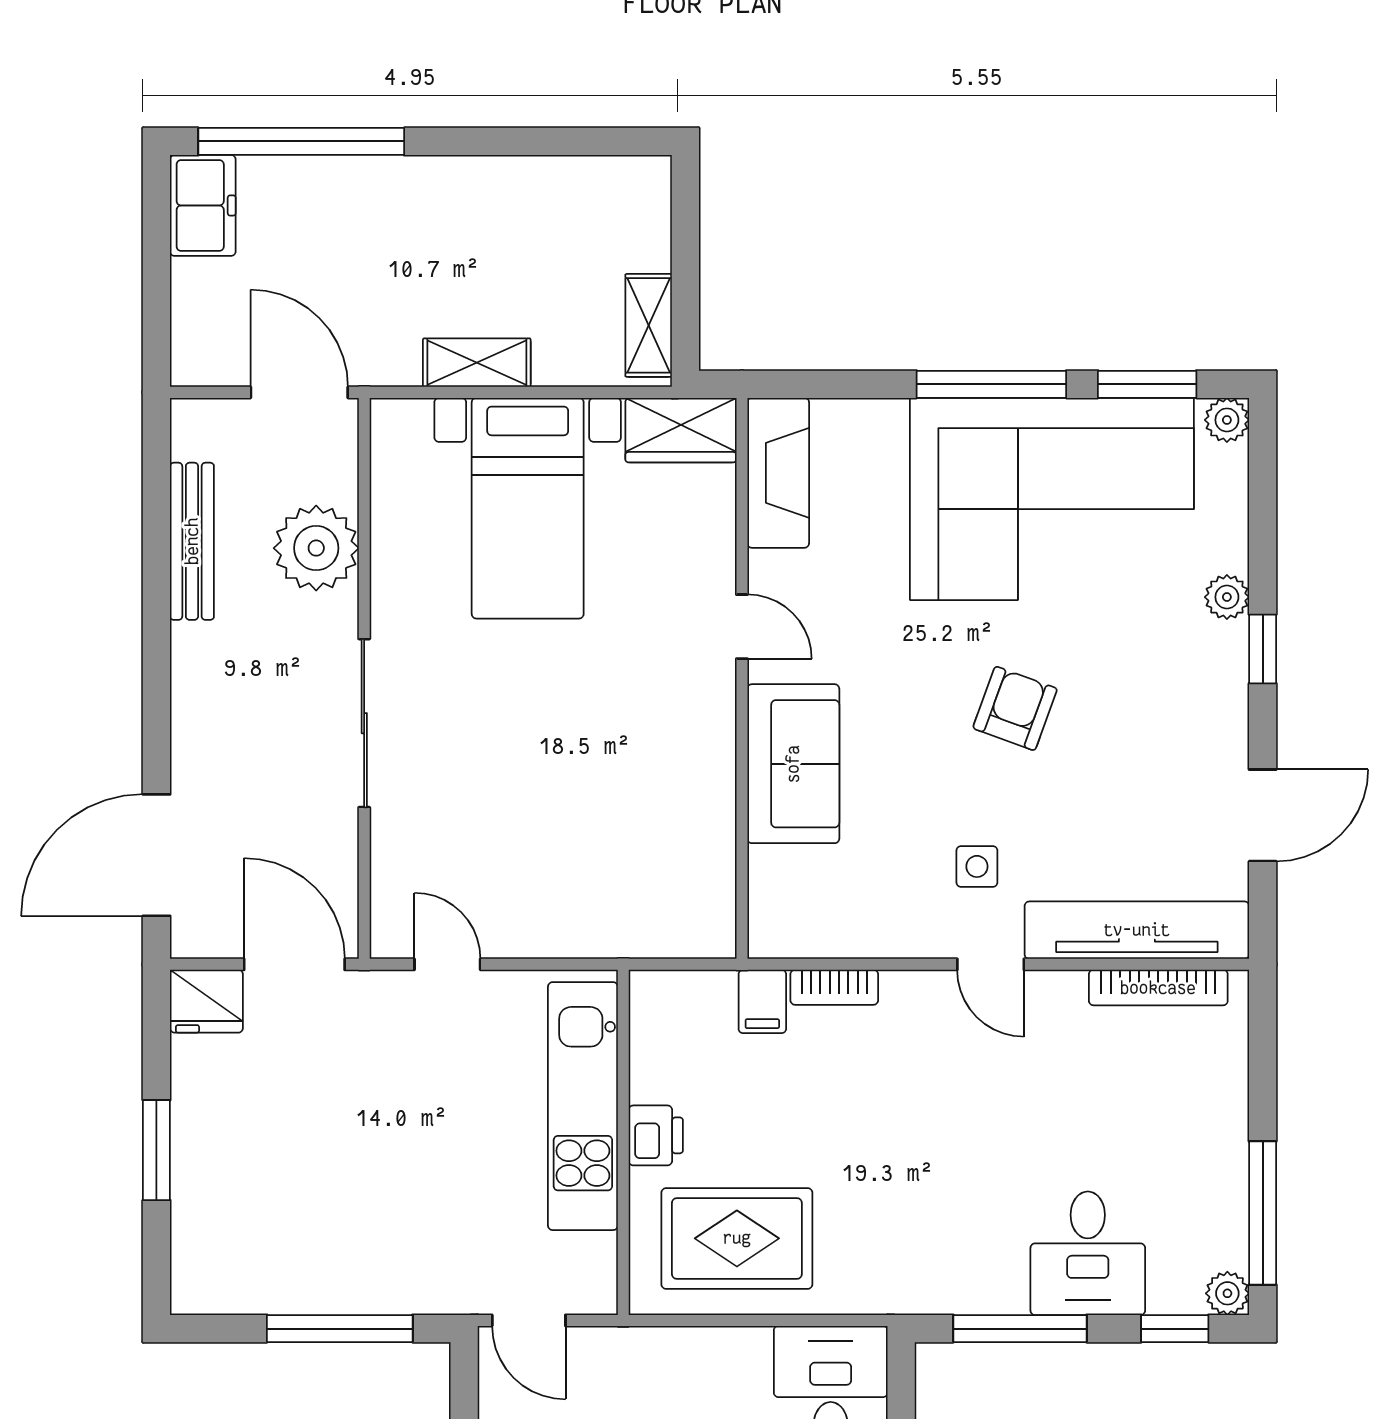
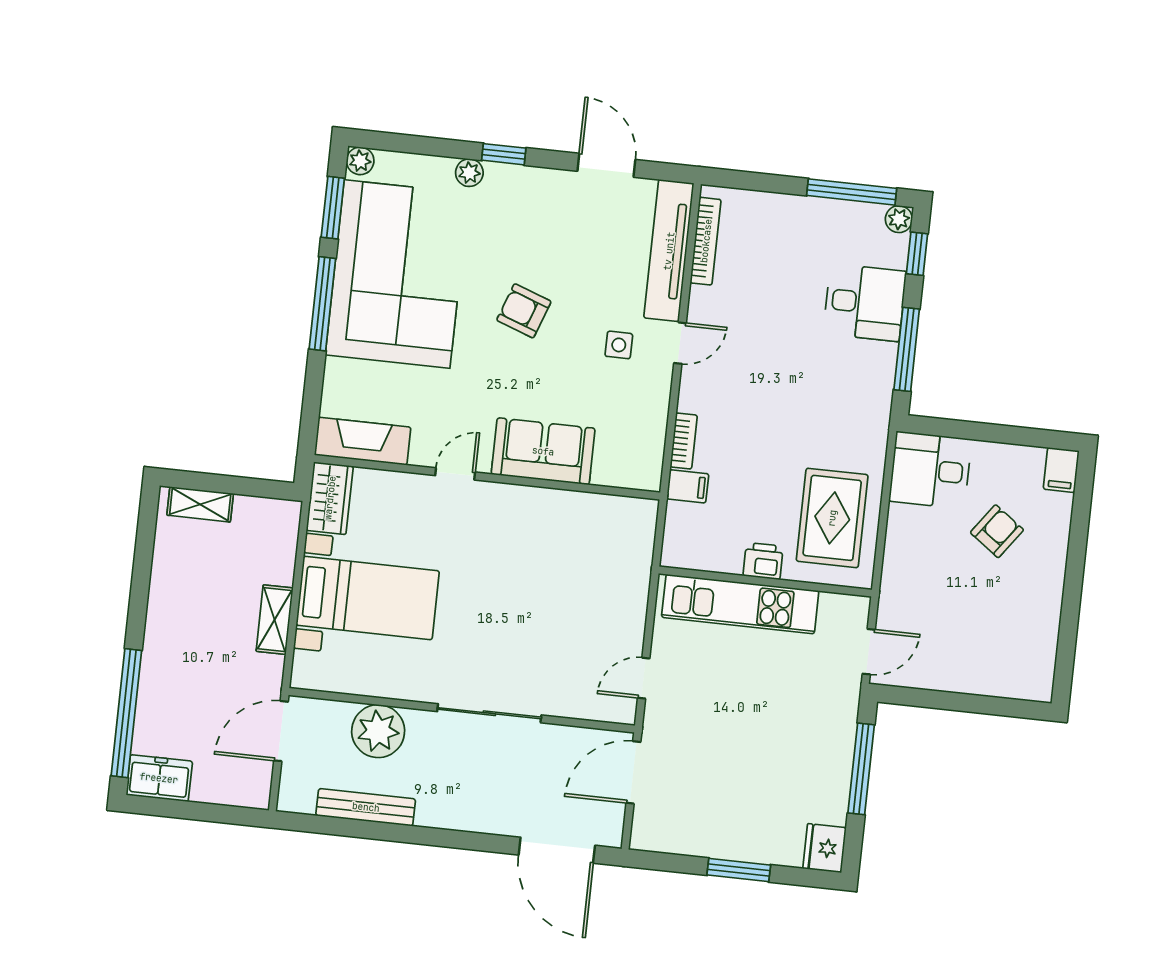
shelving: (649, 325) -> (200, 504), moved
fridge: (206, 1001) -> (824, 848), moved, turned 180

